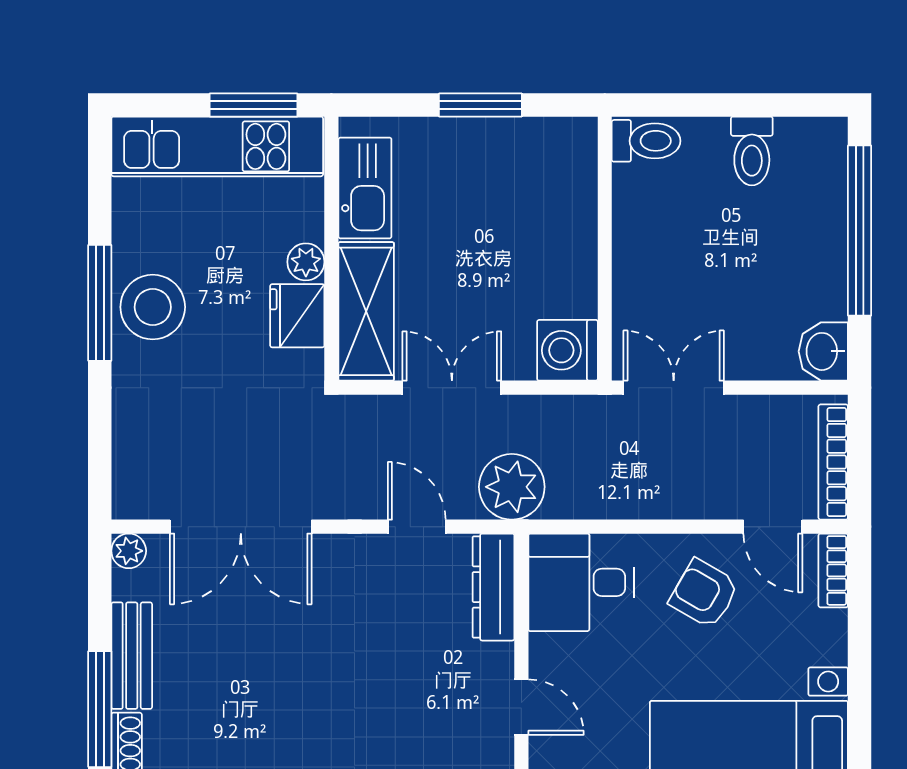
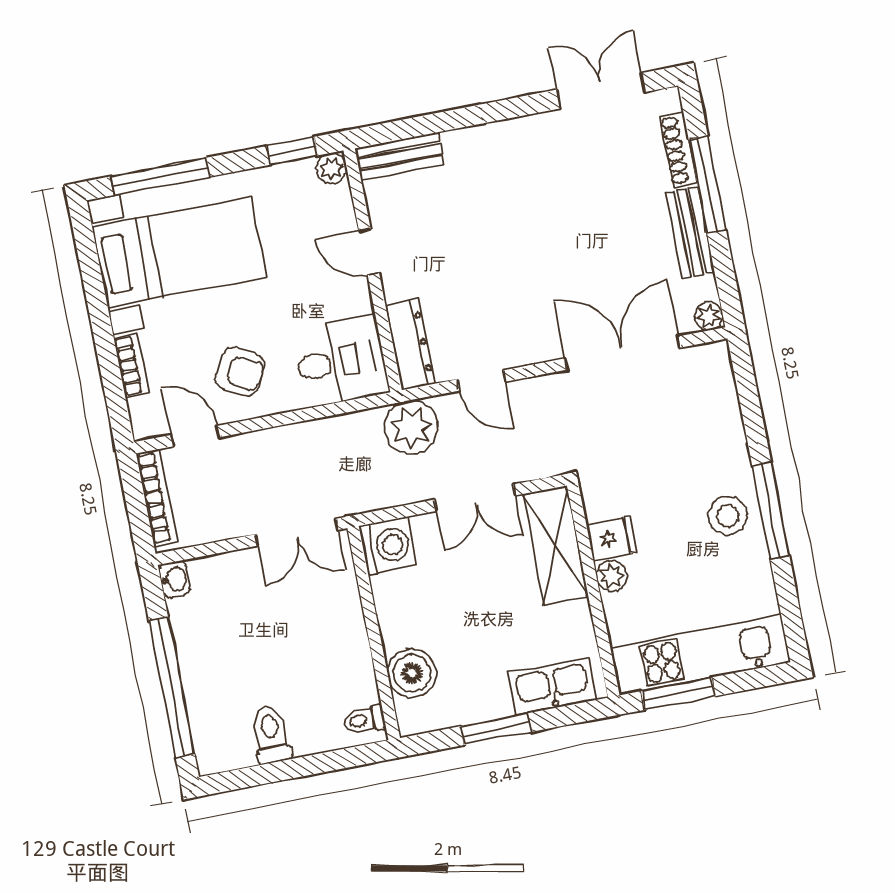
toilet: (646, 141) -> (364, 720), width x0.73, depth x0.72
kitchen sink: (365, 188) -> (552, 686), moved, turned 90
boiler: (568, 192) -> (412, 673), added
stool: (153, 307) -> (728, 516), width x0.73, depth x0.73
fridge: (297, 316) -> (611, 538), width x0.72
washbasin: (823, 351) -> (175, 579), width x0.72, depth x0.69
bookcase: (833, 570) -> (131, 365), moved

